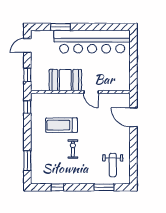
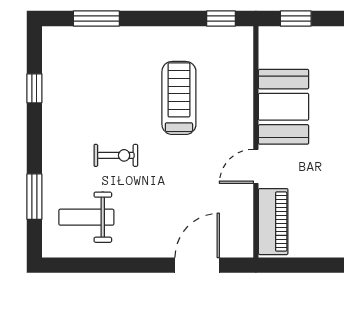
piano: (115, 85) -> (273, 222), added
exercise bike: (73, 149) -> (116, 155), moved

